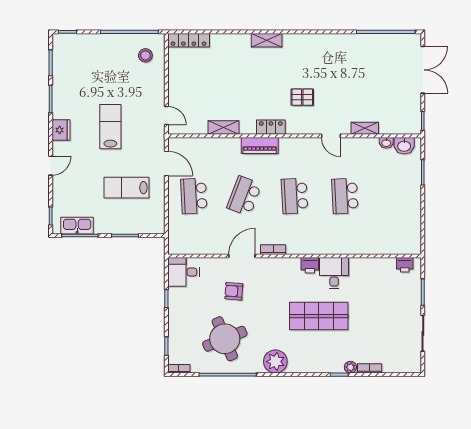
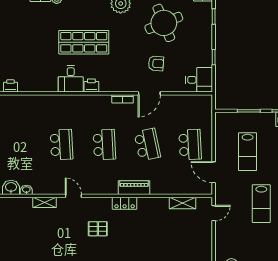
door: (166, 116) -> (214, 213), swing flipped
shelving: (223, 127) -> (183, 203), moved
lab bench: (127, 188) -> (248, 152), turned 90
school desk: (244, 196) -> (147, 145), turned -33

